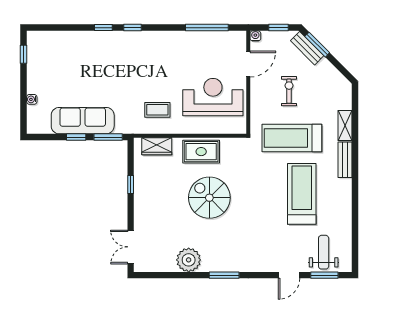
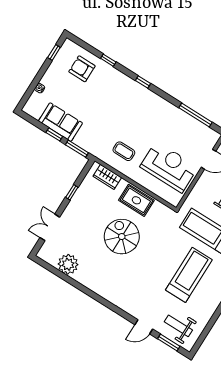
window: (103, 28) -> (108, 60), moved
armchair: (62, 53) -> (82, 69), added
sofa: (83, 121) -> (60, 122), width x0.73
double door: (131, 247) -> (50, 227), moved
weight bench: (324, 252) -> (178, 326), turned -90
plant: (189, 260) -> (68, 264), moved
window: (224, 275) -> (98, 298), removed

